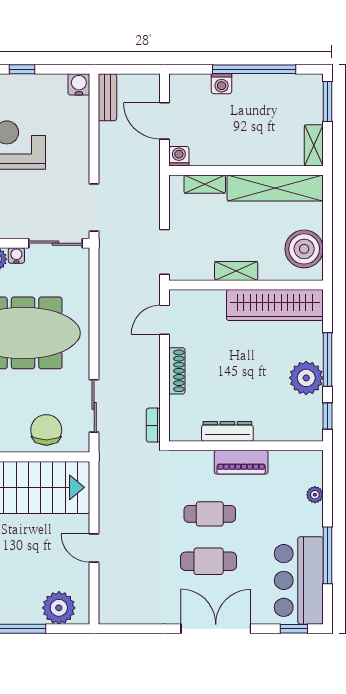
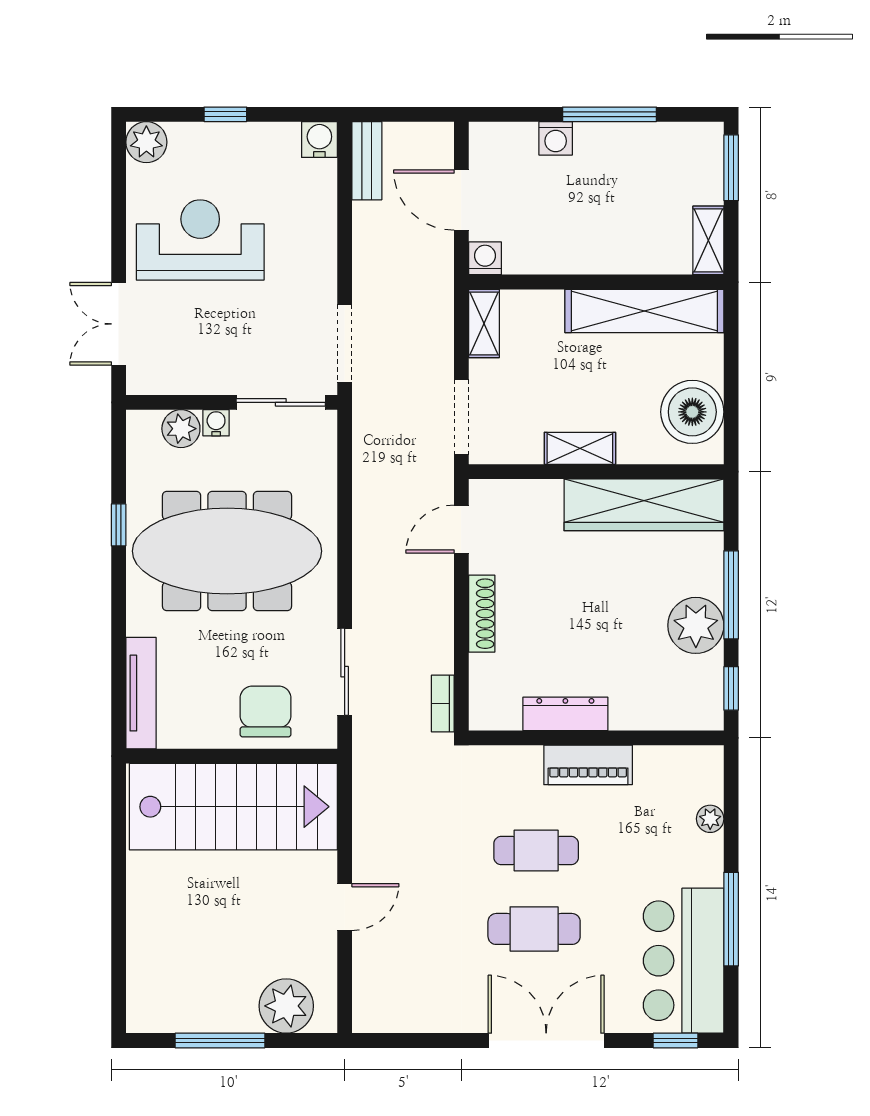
window: (254, 69) -> (610, 114), width x0.68
shelving: (205, 184) -> (484, 323), moved, turned 90
door: (94, 548) -> (345, 907), swing flipped

